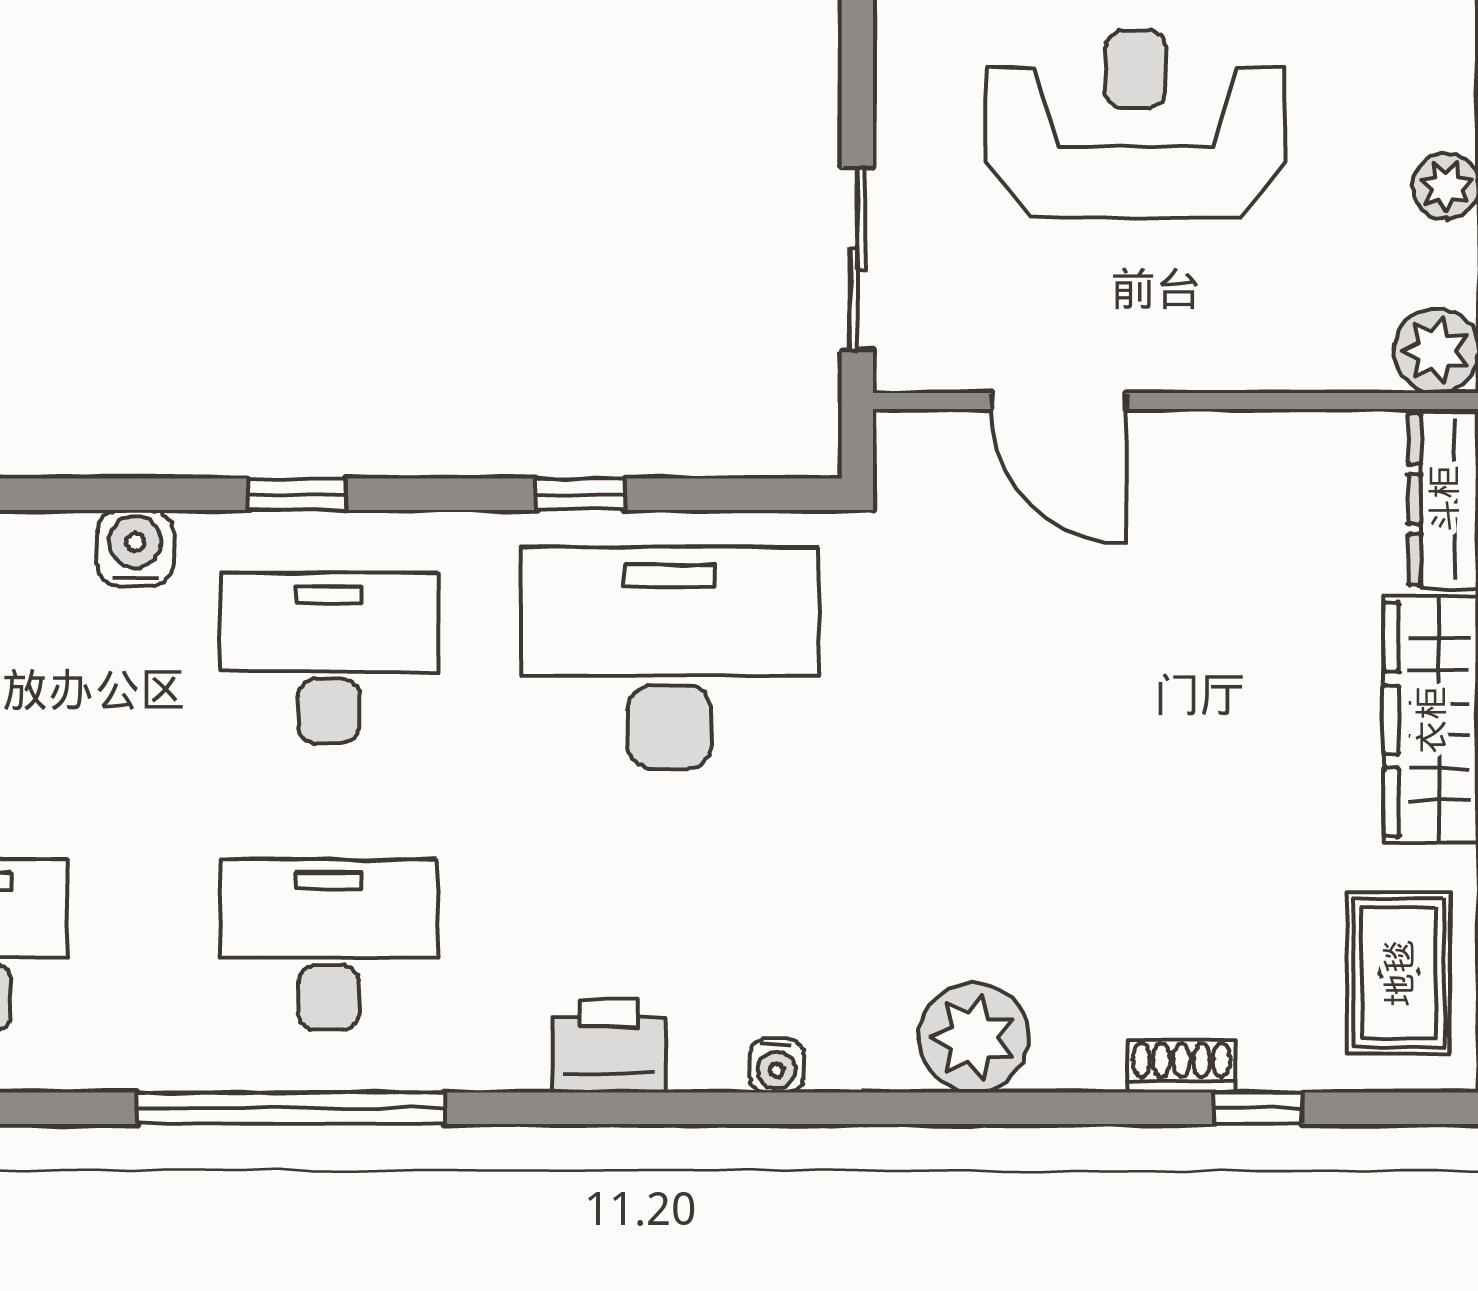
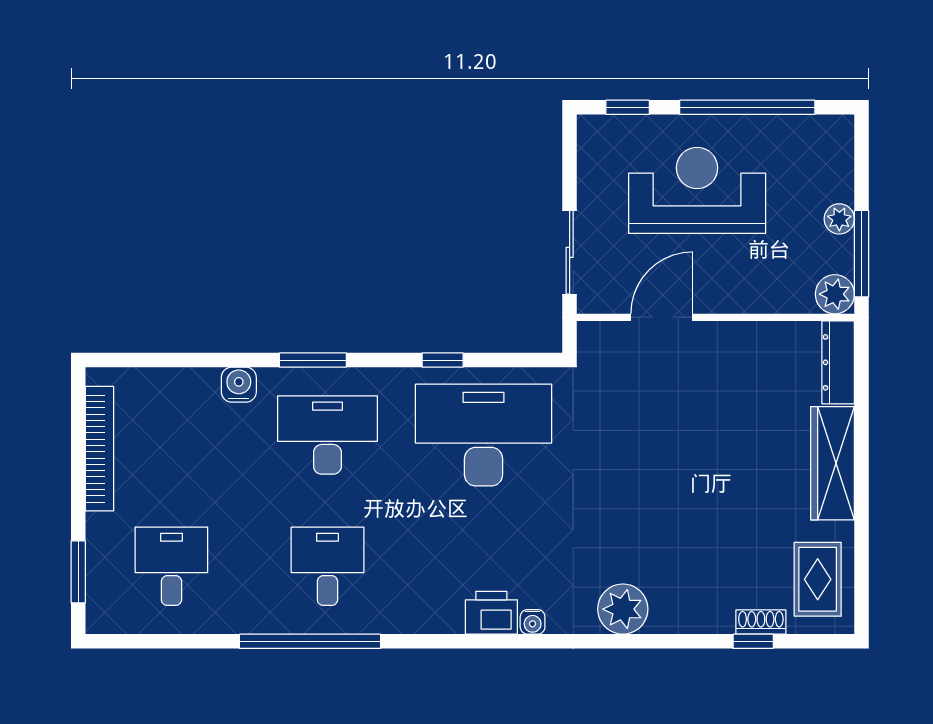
door: (1059, 401) -> (662, 317), swing flipped
window: (297, 494) -> (313, 360), width x1.50
desk: (329, 944) -> (327, 566), width x0.73
printer: (609, 1046) -> (491, 613), moved
shoe rack: (1182, 1066) -> (761, 622), moved

